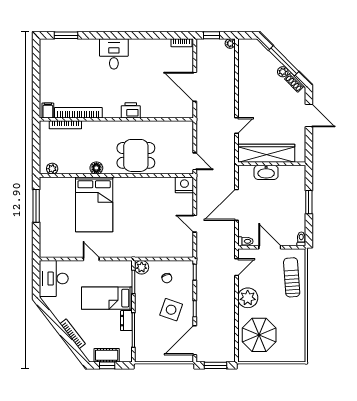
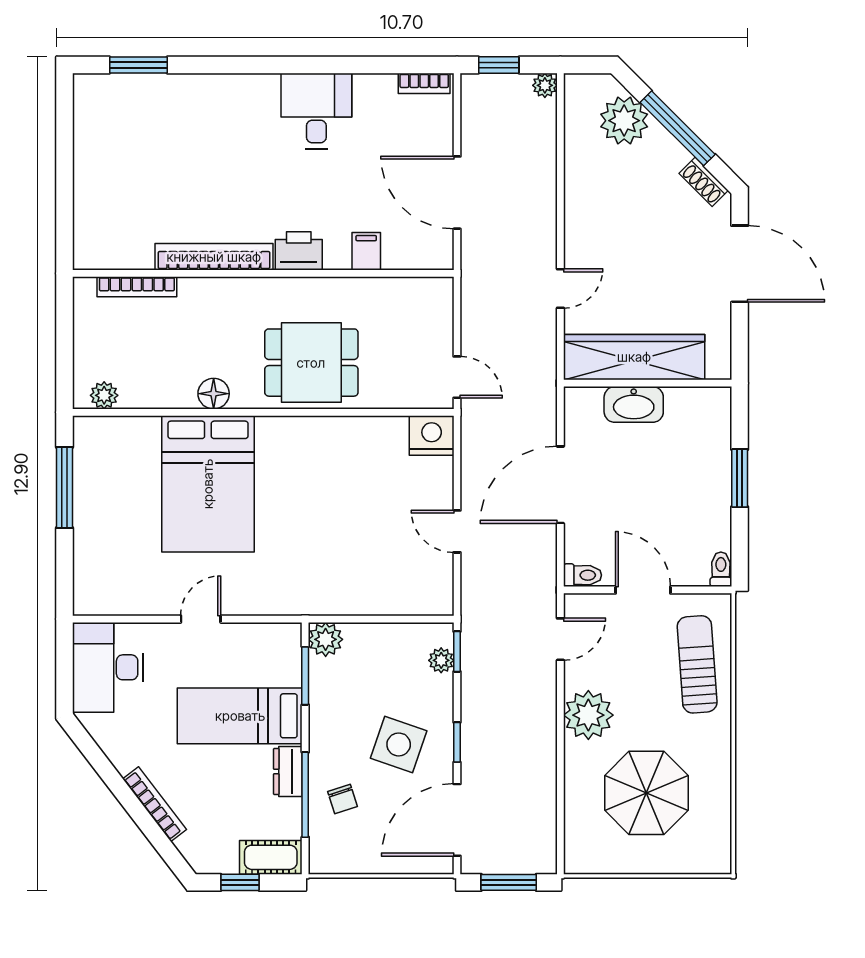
desk: (114, 54) -> (316, 111), moved
plant: (283, 72) -> (624, 121), moved, width x1.88, depth x1.88
filing cabinet: (48, 111) -> (366, 251), moved
bookcase: (78, 113) -> (214, 257), moved
door: (309, 116) -> (740, 264), width x1.36
door: (91, 259) -> (201, 619), hinge flipped
plant: (188, 276) -> (441, 660), added
chair: (167, 278) -> (343, 799), moved
parasol: (259, 335) -> (646, 793), moved
cot: (107, 355) -> (271, 857), moved

